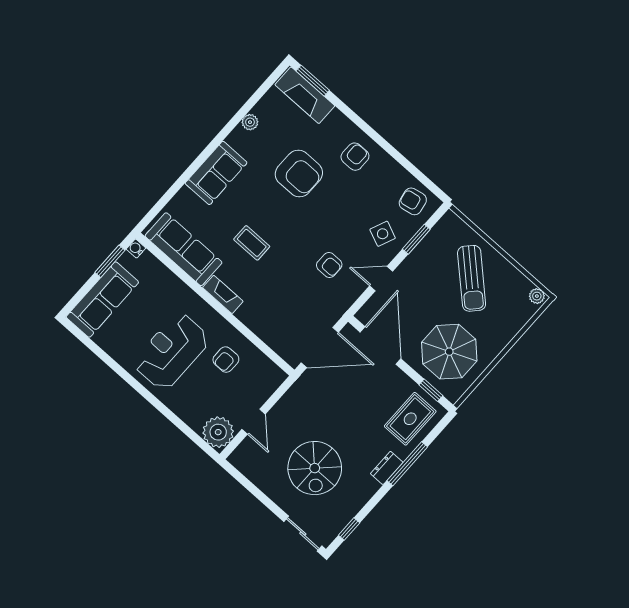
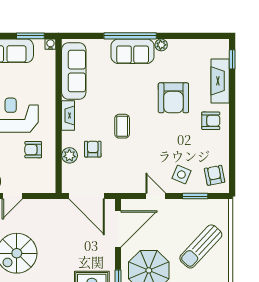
window: (313, 81) -> (232, 59), width x0.67
fireplace: (305, 95) -> (220, 81), moved
plant: (250, 122) -> (161, 45), moved
window: (199, 162) -> (130, 36), added
coffee table: (252, 243) -> (122, 126), moved
armchair: (329, 265) -> (93, 149), moved, turned 180
plant: (264, 328) -> (69, 155), added

